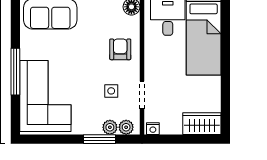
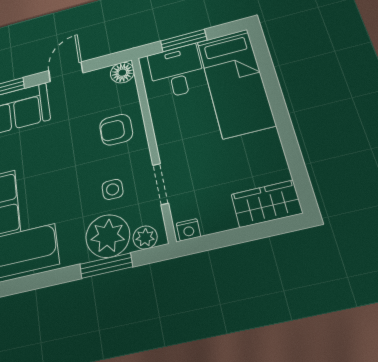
armchair: (120, 49) -> (116, 130), turned -90
plant: (110, 127) -> (108, 236), width x1.87, depth x1.87

